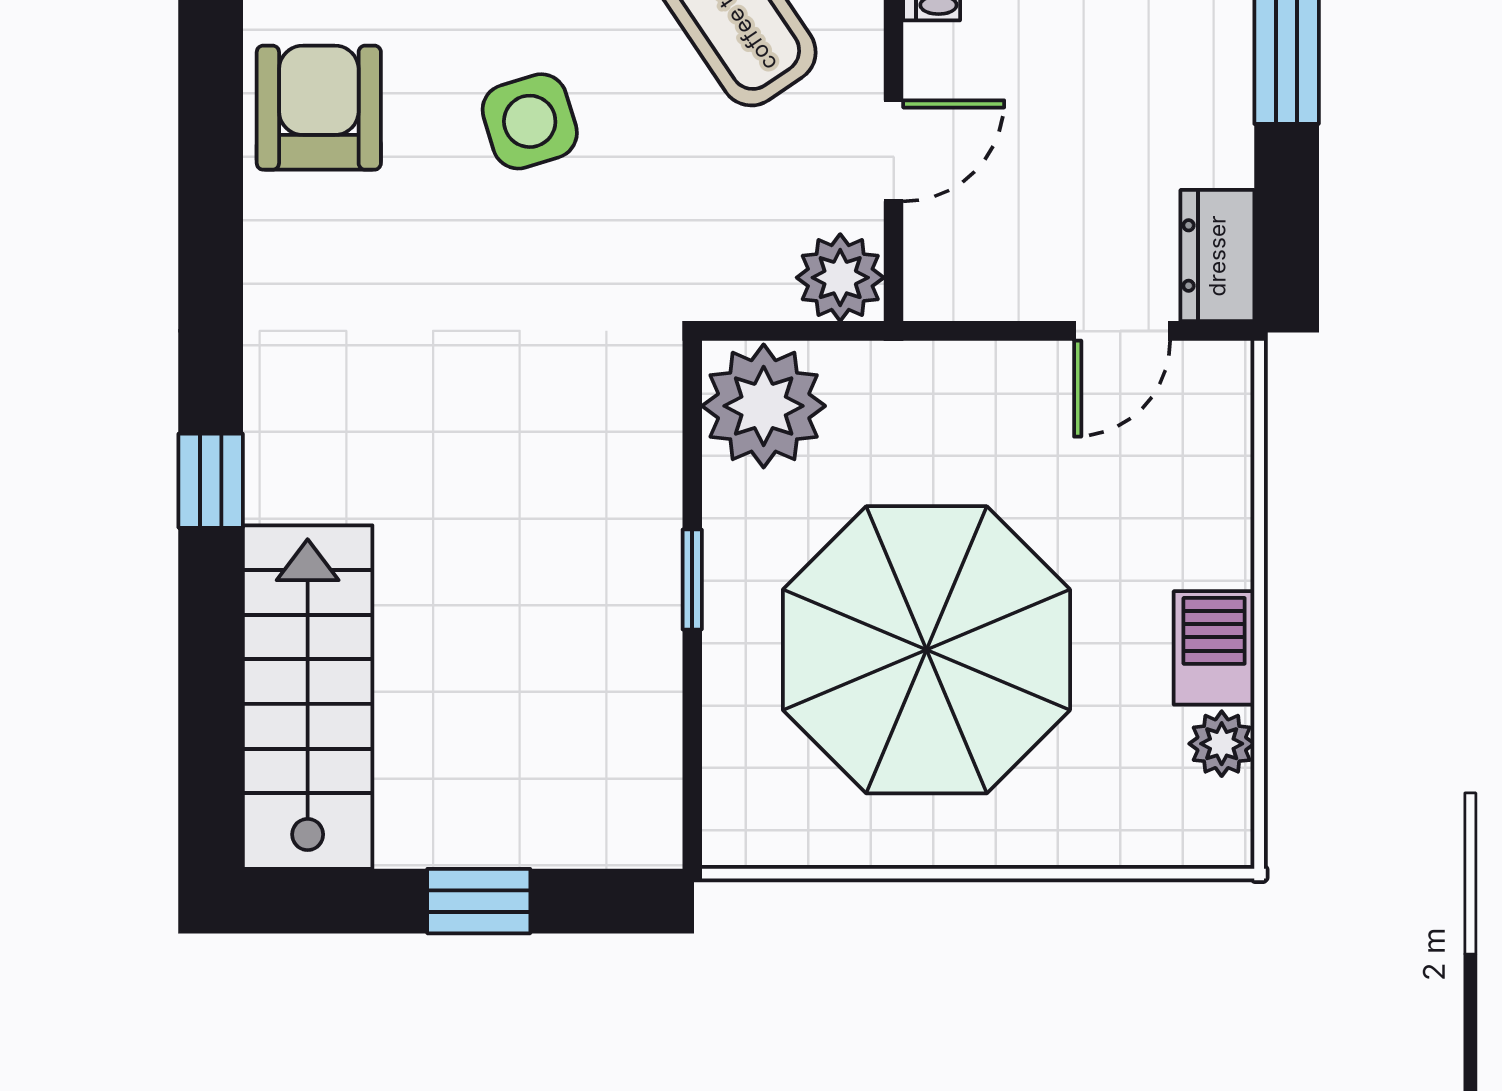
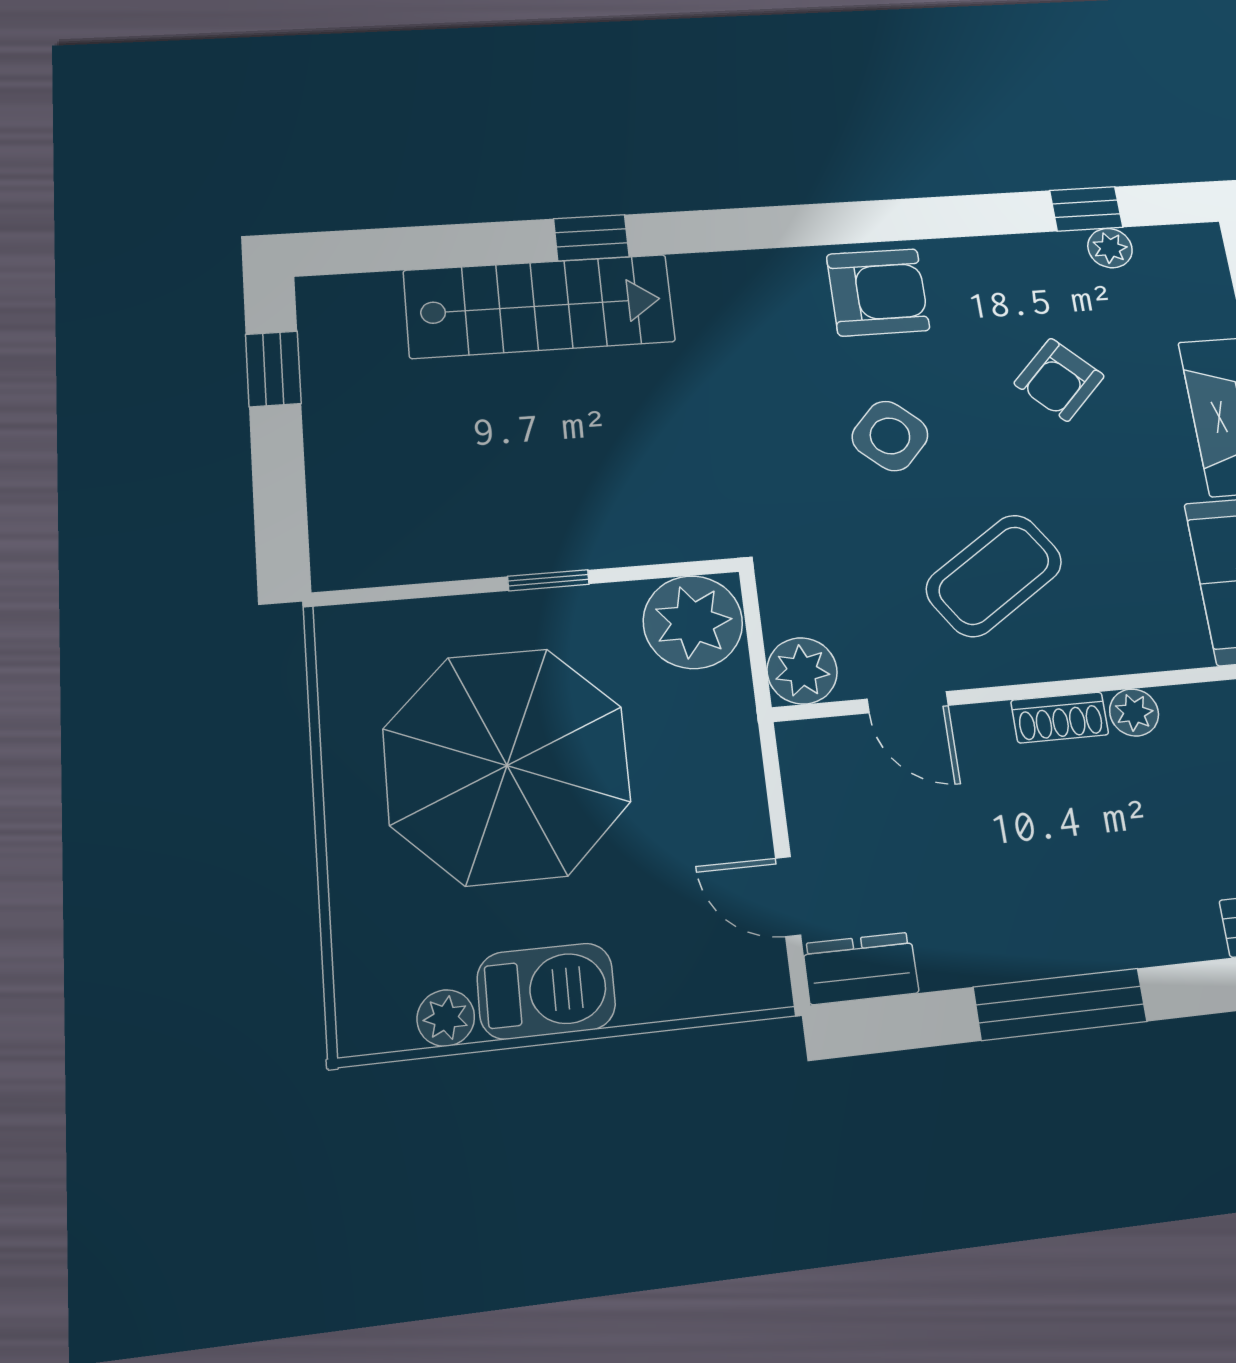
side table: (530, 121) -> (890, 436), turned -31
barbecue: (1214, 648) -> (546, 991), width x1.38, depth x1.27
stairs: (308, 697) -> (539, 306), moved
window: (479, 901) -> (273, 369), moved

